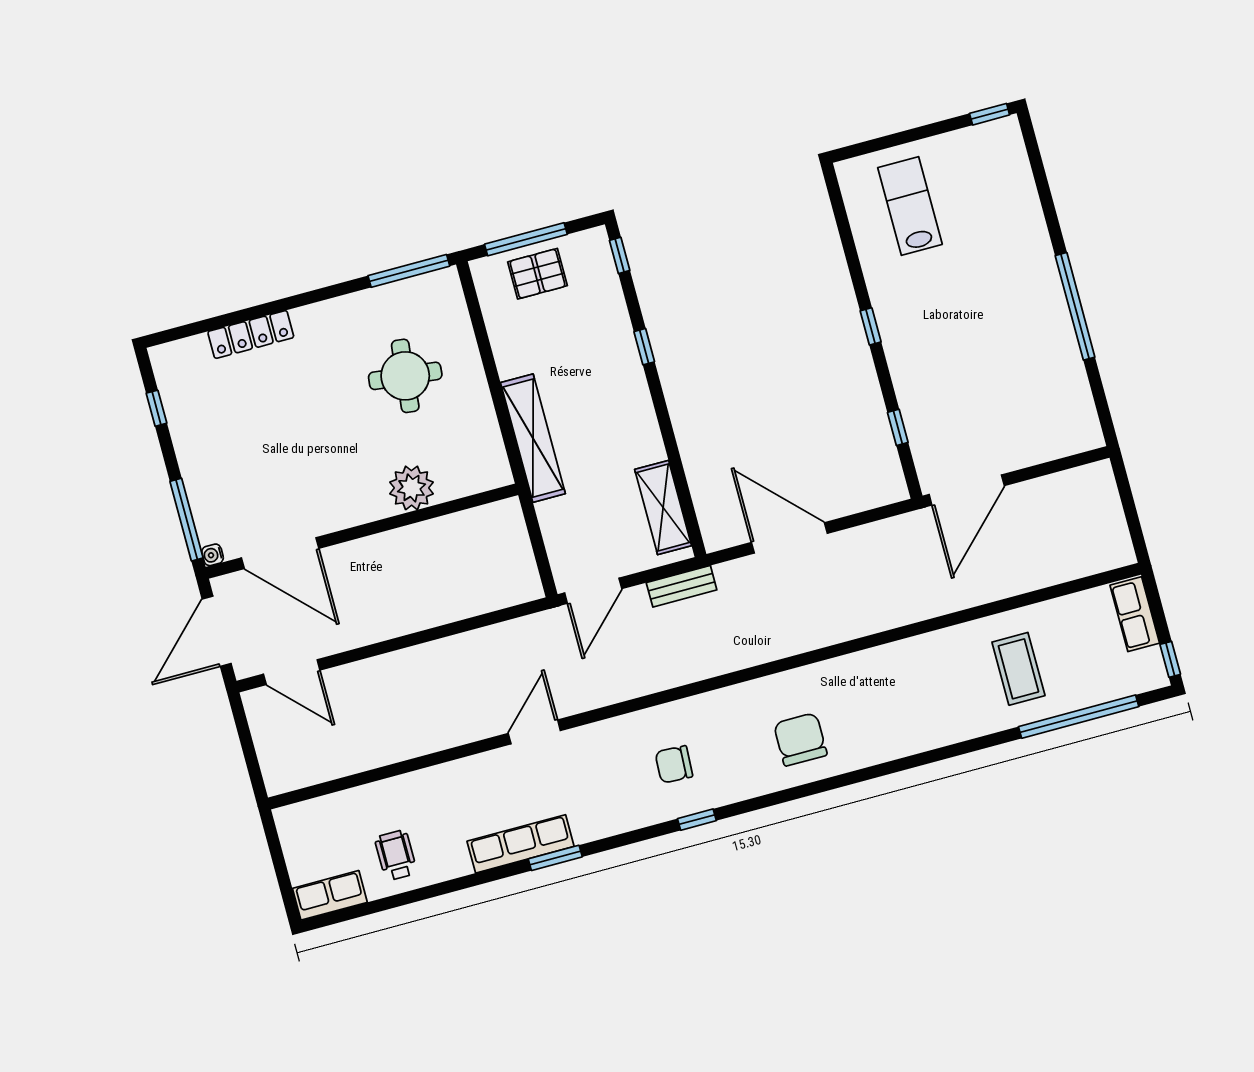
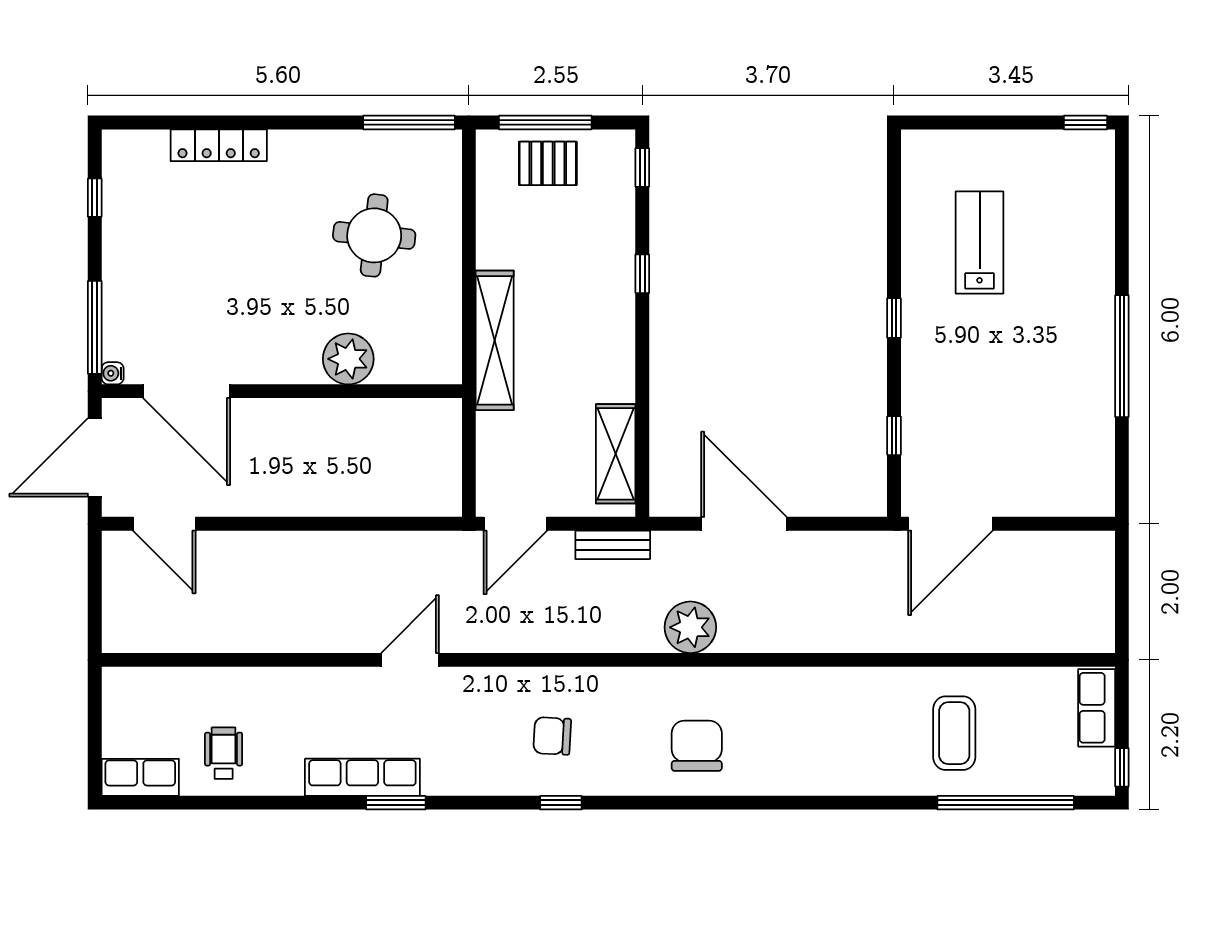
lab bench: (910, 206) -> (980, 242), moved
plant: (767, 639) -> (690, 627), added

